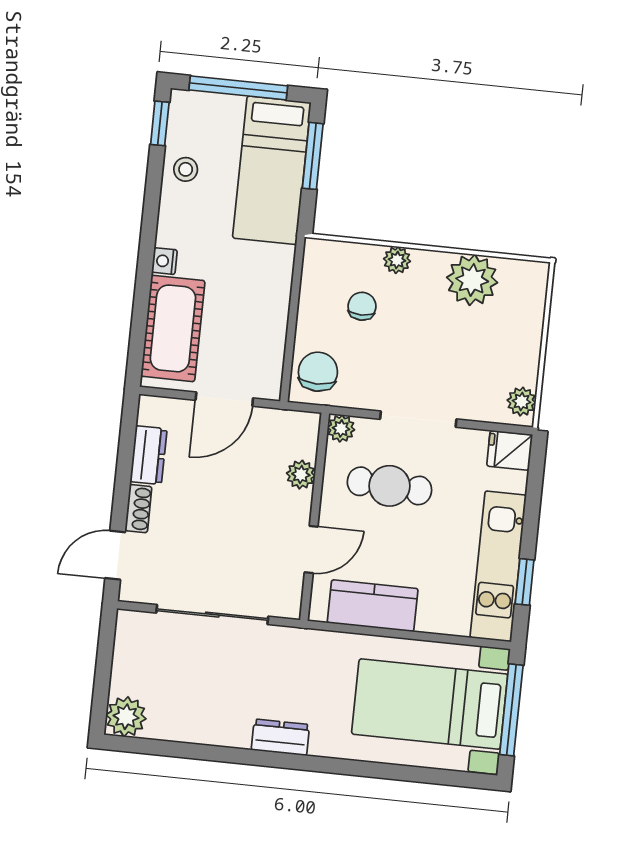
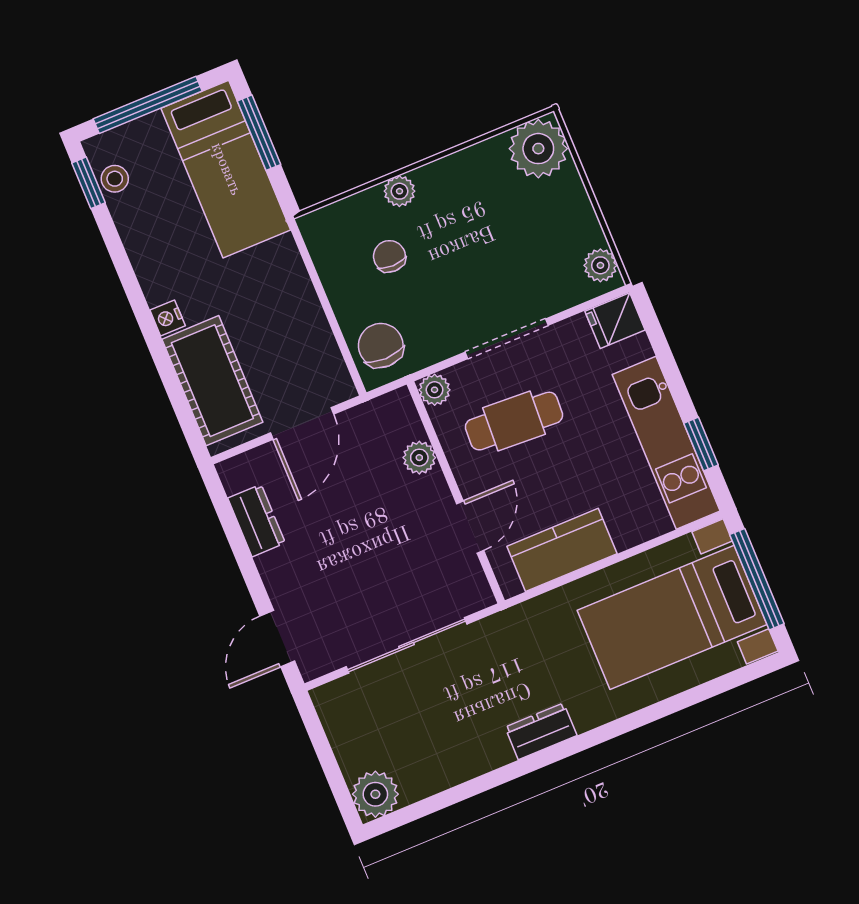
stool: (186, 169) -> (115, 179), moved
plant: (472, 280) -> (538, 149), moved
shoe rack: (138, 509) -> (275, 579), removed

